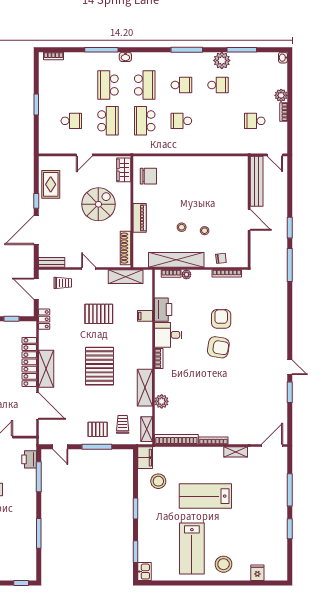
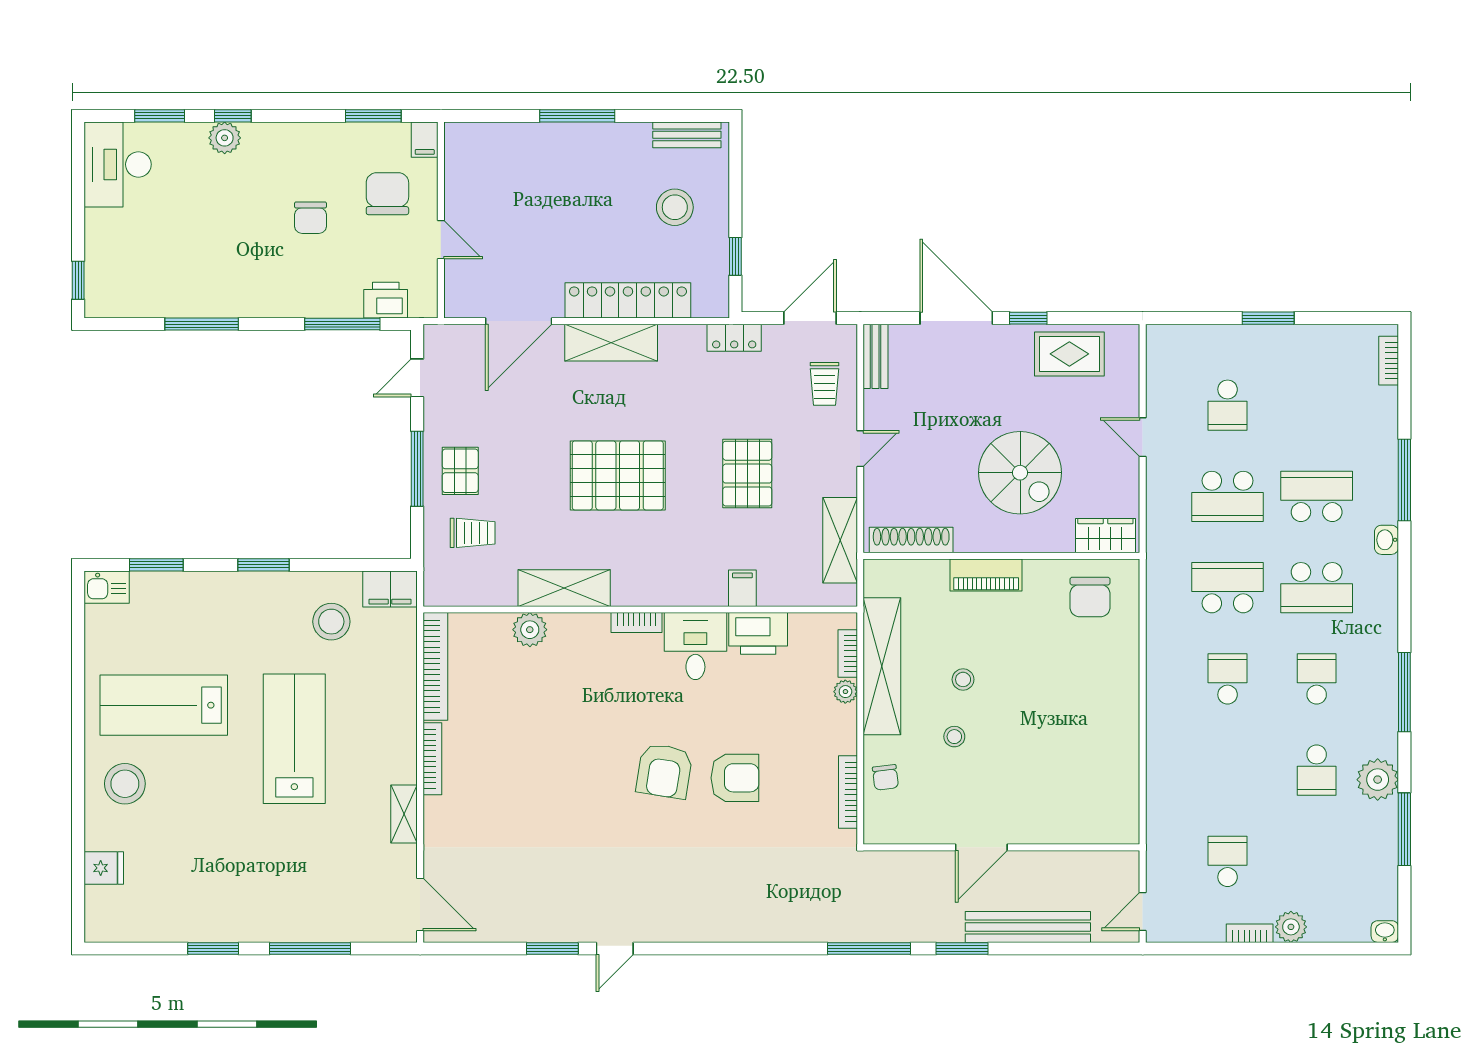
school desk: (181, 85) -> (1317, 679), turned 180
bench: (257, 181) -> (1028, 927), moved
shelving: (147, 429) -> (461, 592), removed

